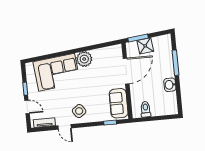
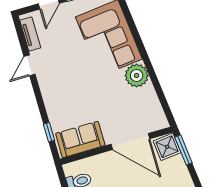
shower: (145, 46) -> (167, 147), moved
side table: (79, 111) -> (57, 83), removed

